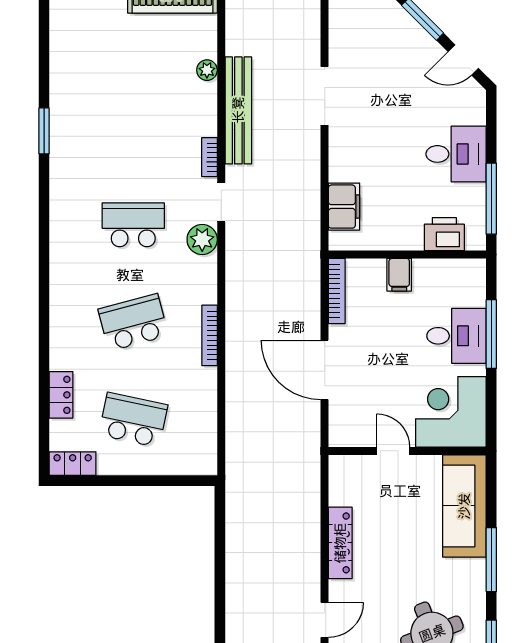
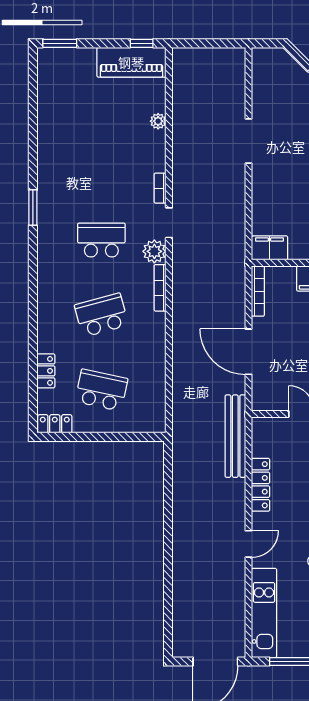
bench: (238, 110) -> (235, 436), moved
window: (44, 131) -> (33, 208), moved
filing cabinet: (344, 207) -> (270, 248), moved, turned -90
bookcase: (210, 335) -> (160, 288), moved

